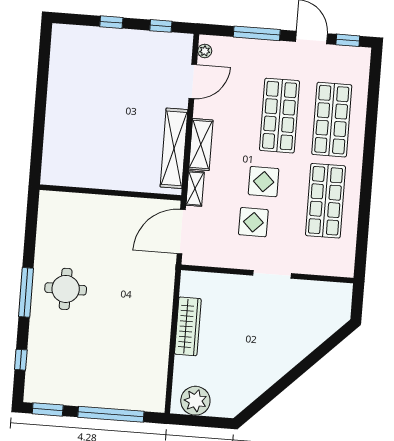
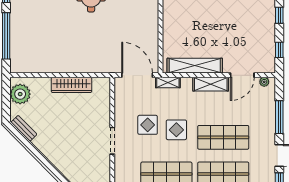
door: (193, 81) -> (242, 75), hinge flipped
shelving: (201, 145) -> (211, 84), moved
bench: (245, 399) -> (24, 128), added

